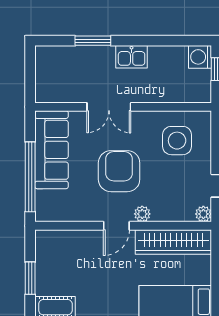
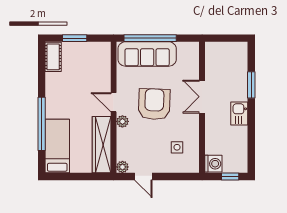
washing machine: (200, 57) -> (213, 164), moved, turned 90
side table: (177, 141) -> (177, 147), width x0.54, depth x0.54
sofa: (52, 150) -> (147, 54), moved
armchair: (119, 171) -> (154, 104), turned -88

